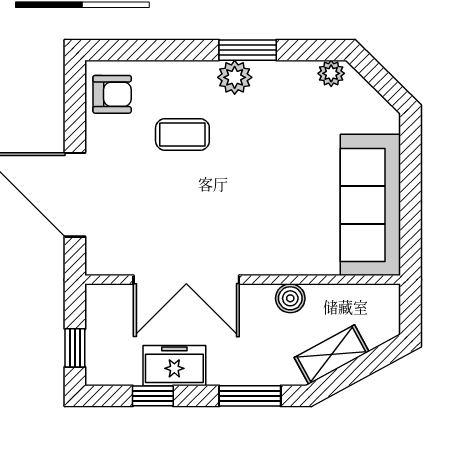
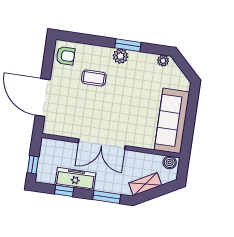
double door: (186, 280) -> (102, 144), moved
boiler: (290, 298) -> (170, 162), moved
freezer: (174, 366) -> (75, 179), width x1.40

